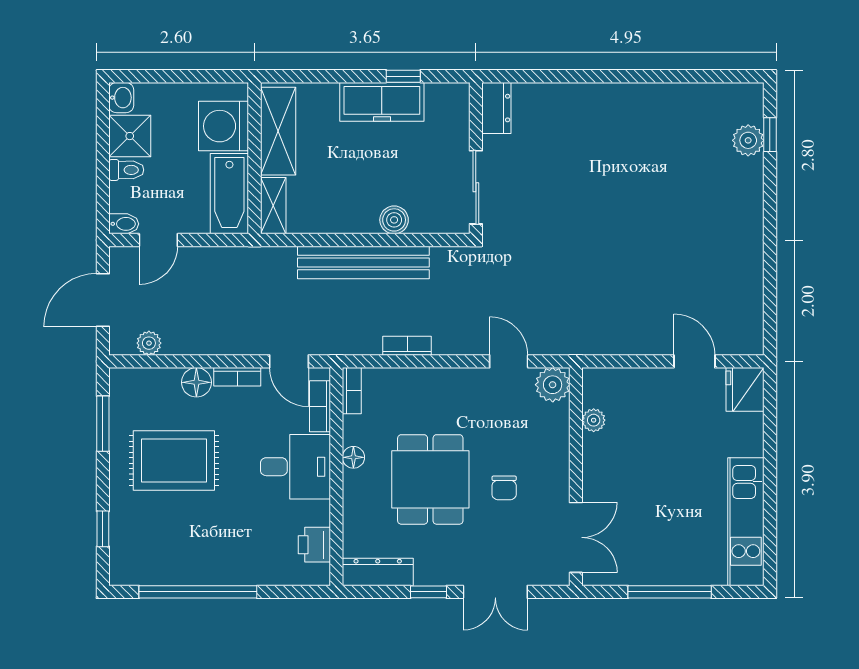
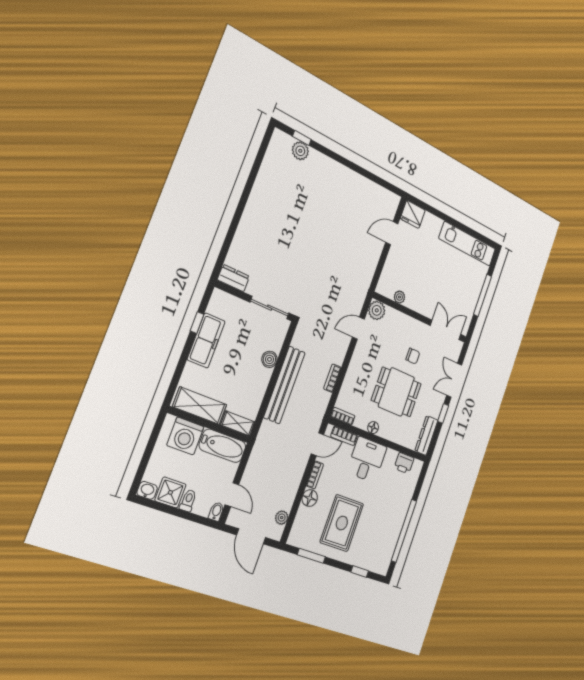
double door: (495, 592) -> (454, 380), swing flipped

